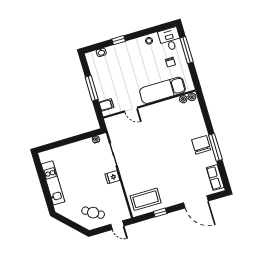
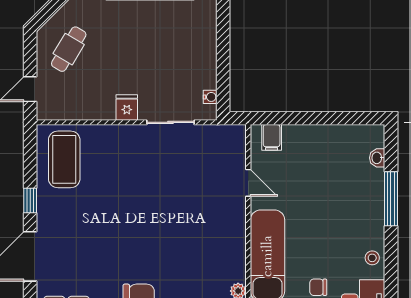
window: (119, 40) -> (391, 199), width x2.17
window: (92, 88) -> (312, 118), removed
door: (131, 109) -> (248, 183), swing flipped
window: (160, 212) -> (30, 201), moved

